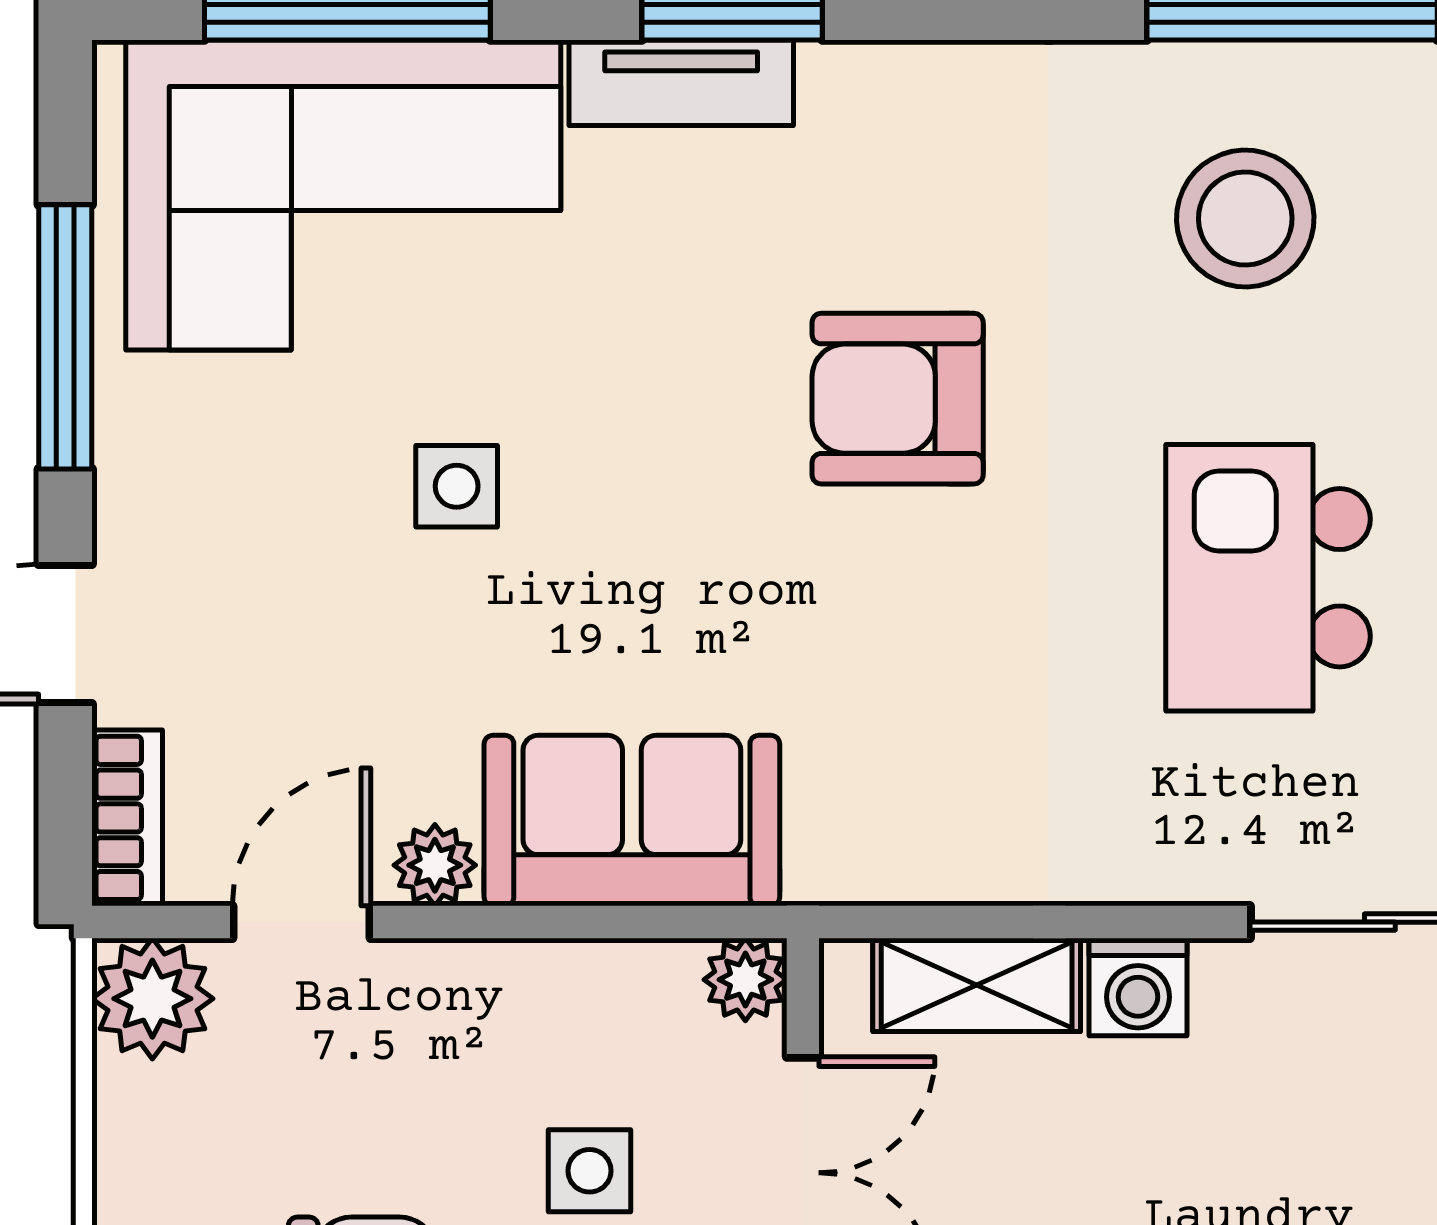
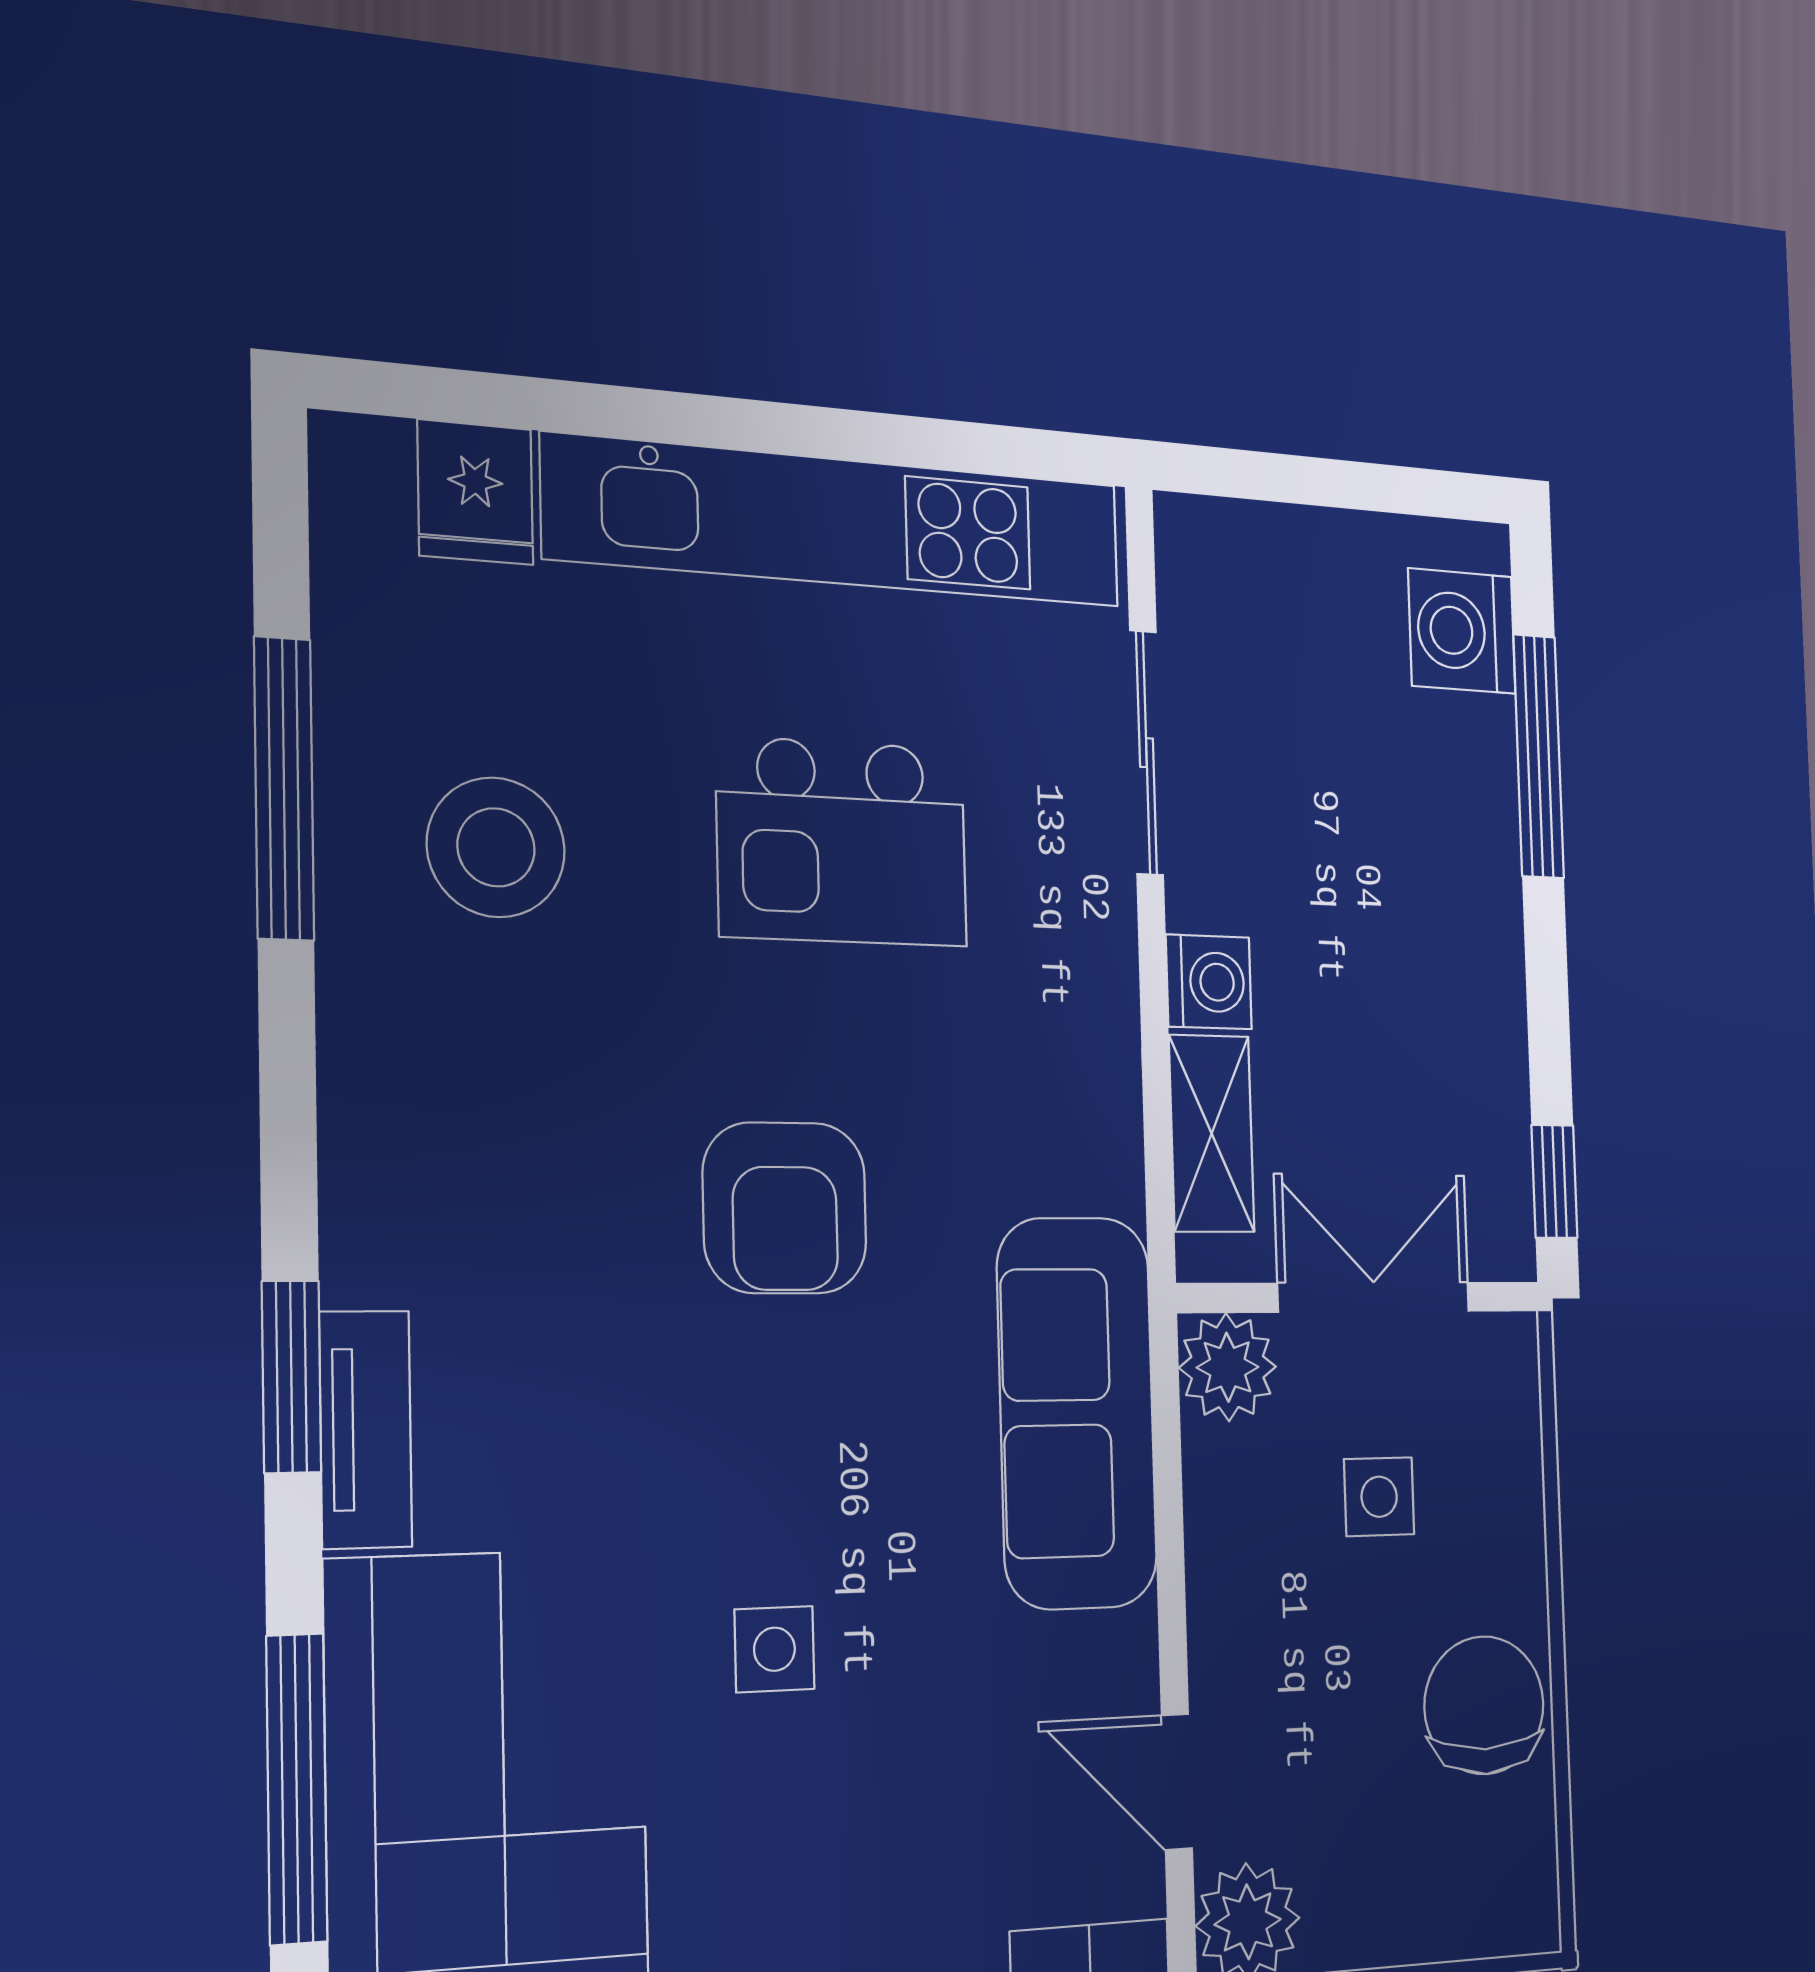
armchair: (898, 399) -> (785, 1208), moved
sofa: (632, 821) -> (1077, 1413), width x1.36
plant: (435, 865) -> (1123, 1655), removed
plant: (745, 980) -> (1228, 1367), width x1.38, depth x1.38

